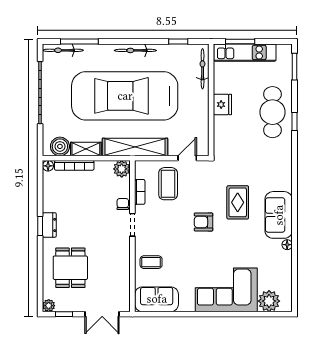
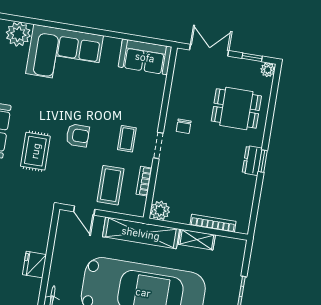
boiler: (60, 146) -> (226, 247), removed
door: (187, 158) -> (84, 211), hinge flipped
floor lamp: (48, 166) -> (243, 228), removed
chair: (123, 204) -> (184, 126), moved
coffee table: (151, 262) -> (127, 139), moved, turned 90
dining table: (70, 268) -> (236, 108), turned 90

